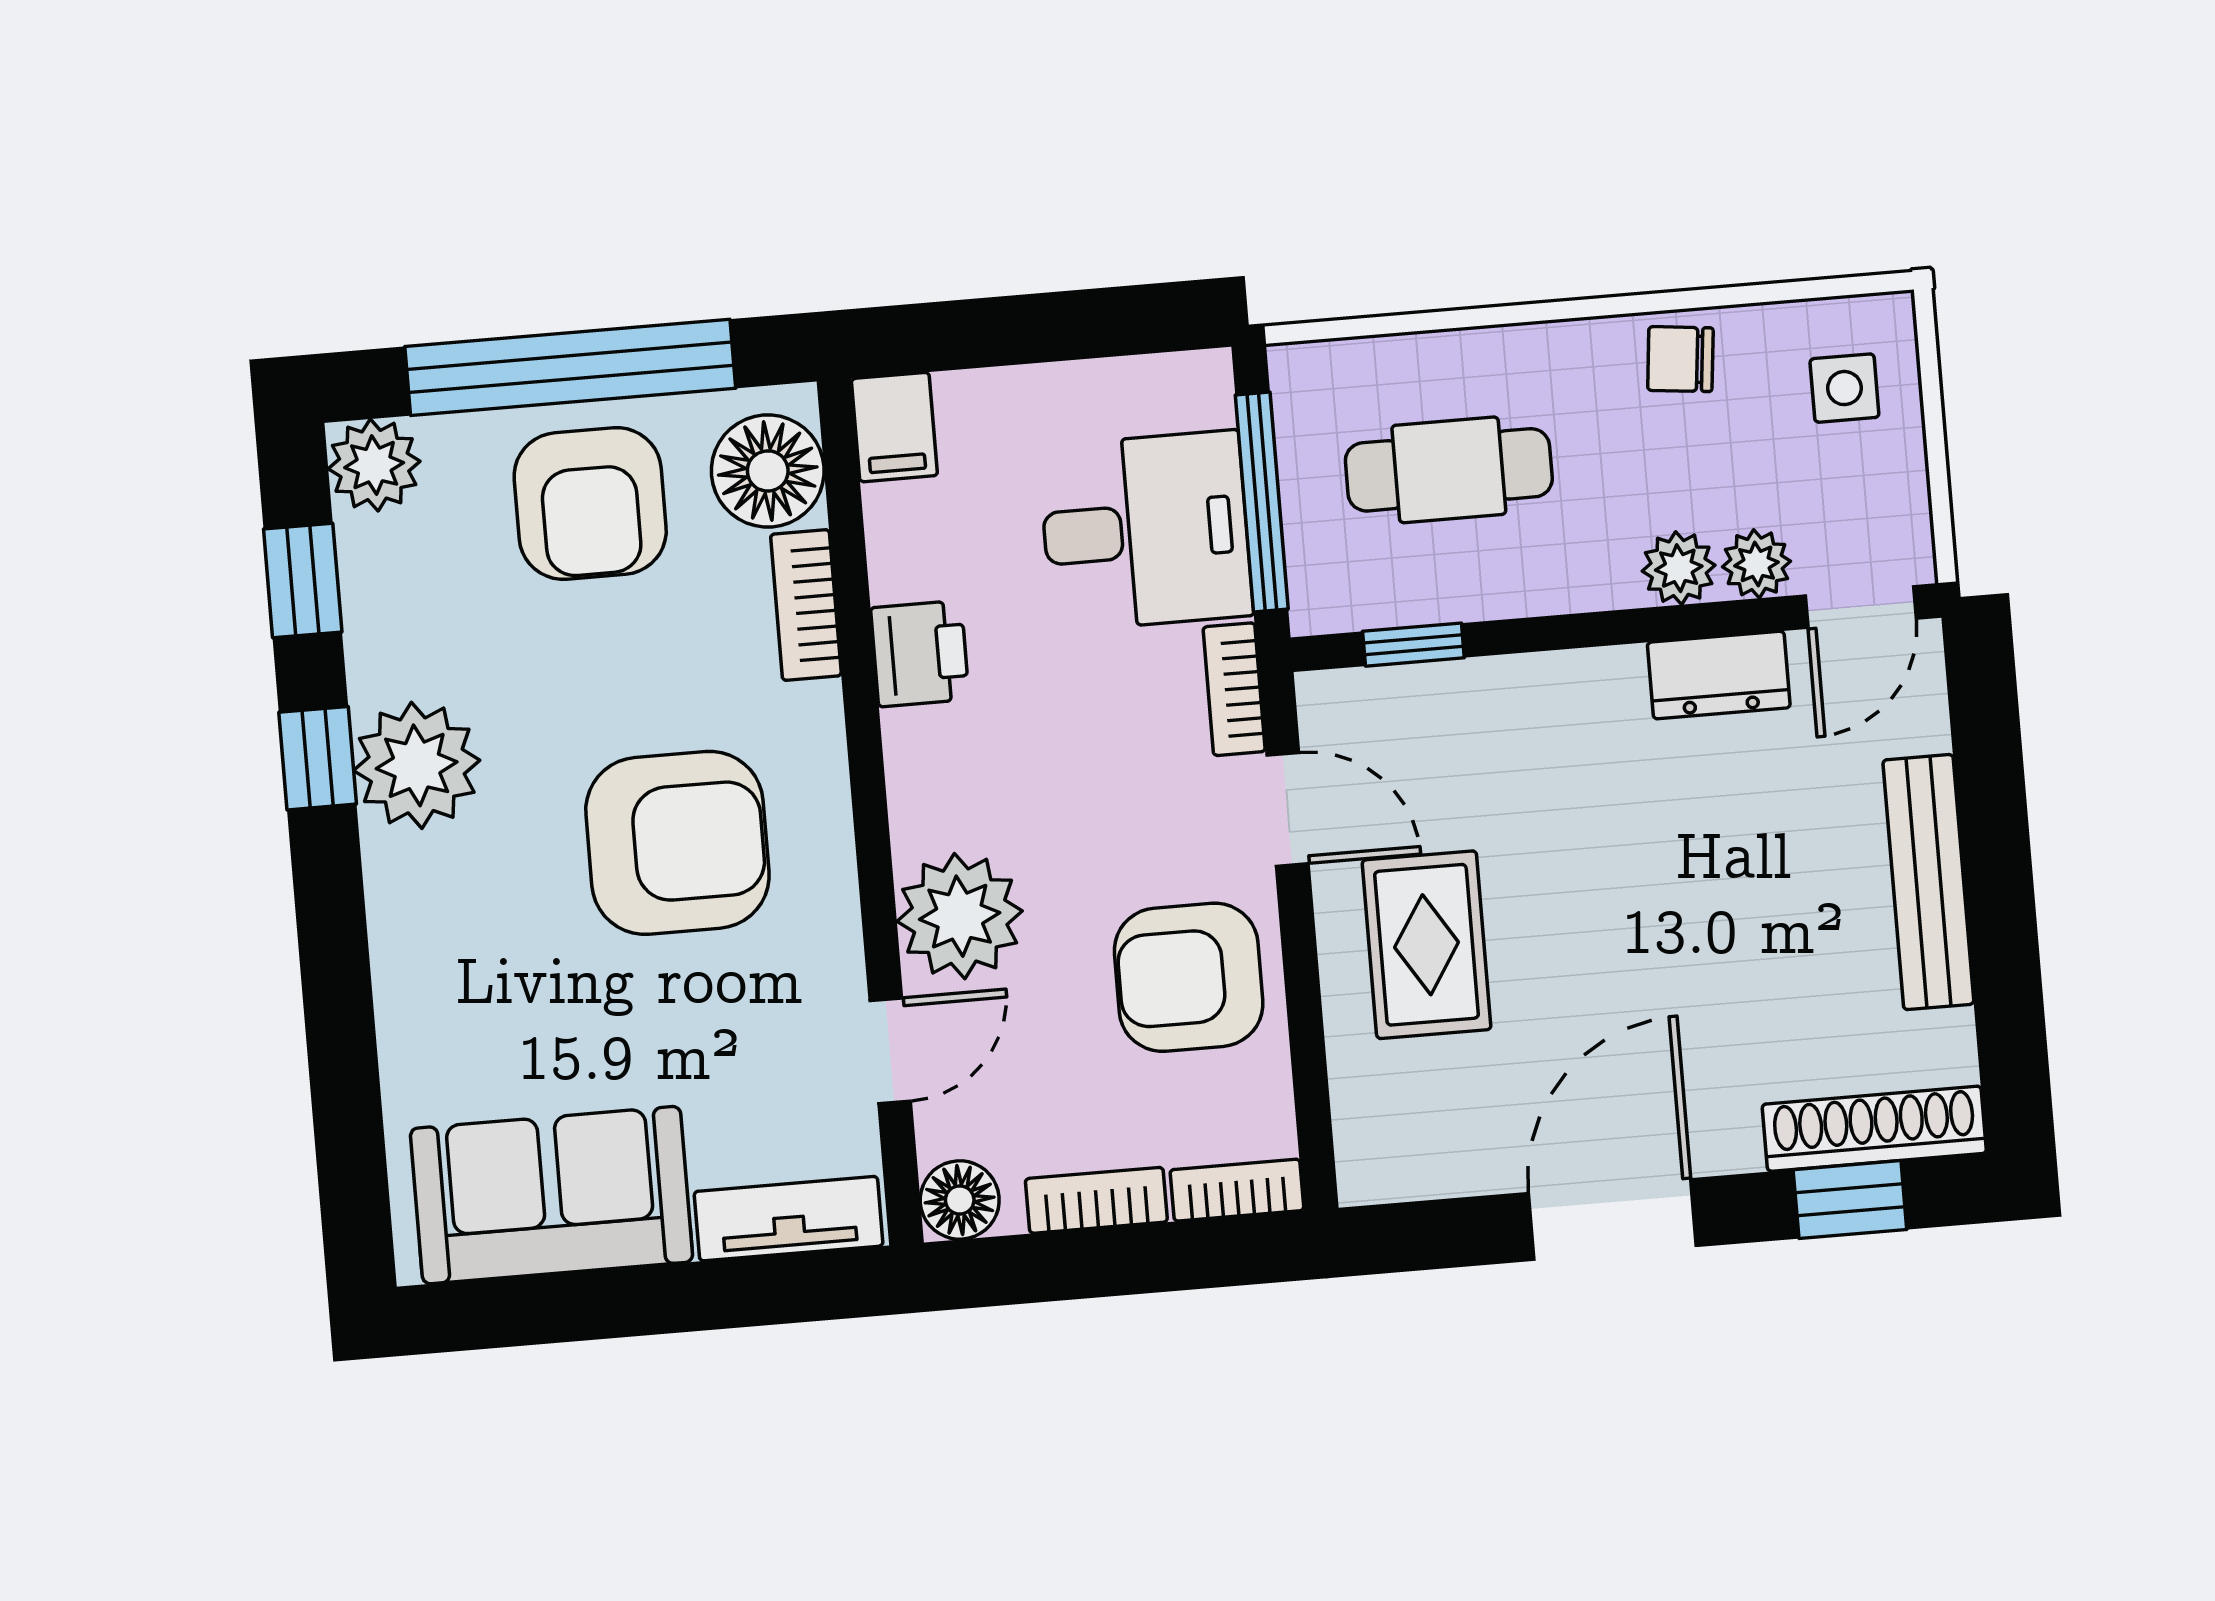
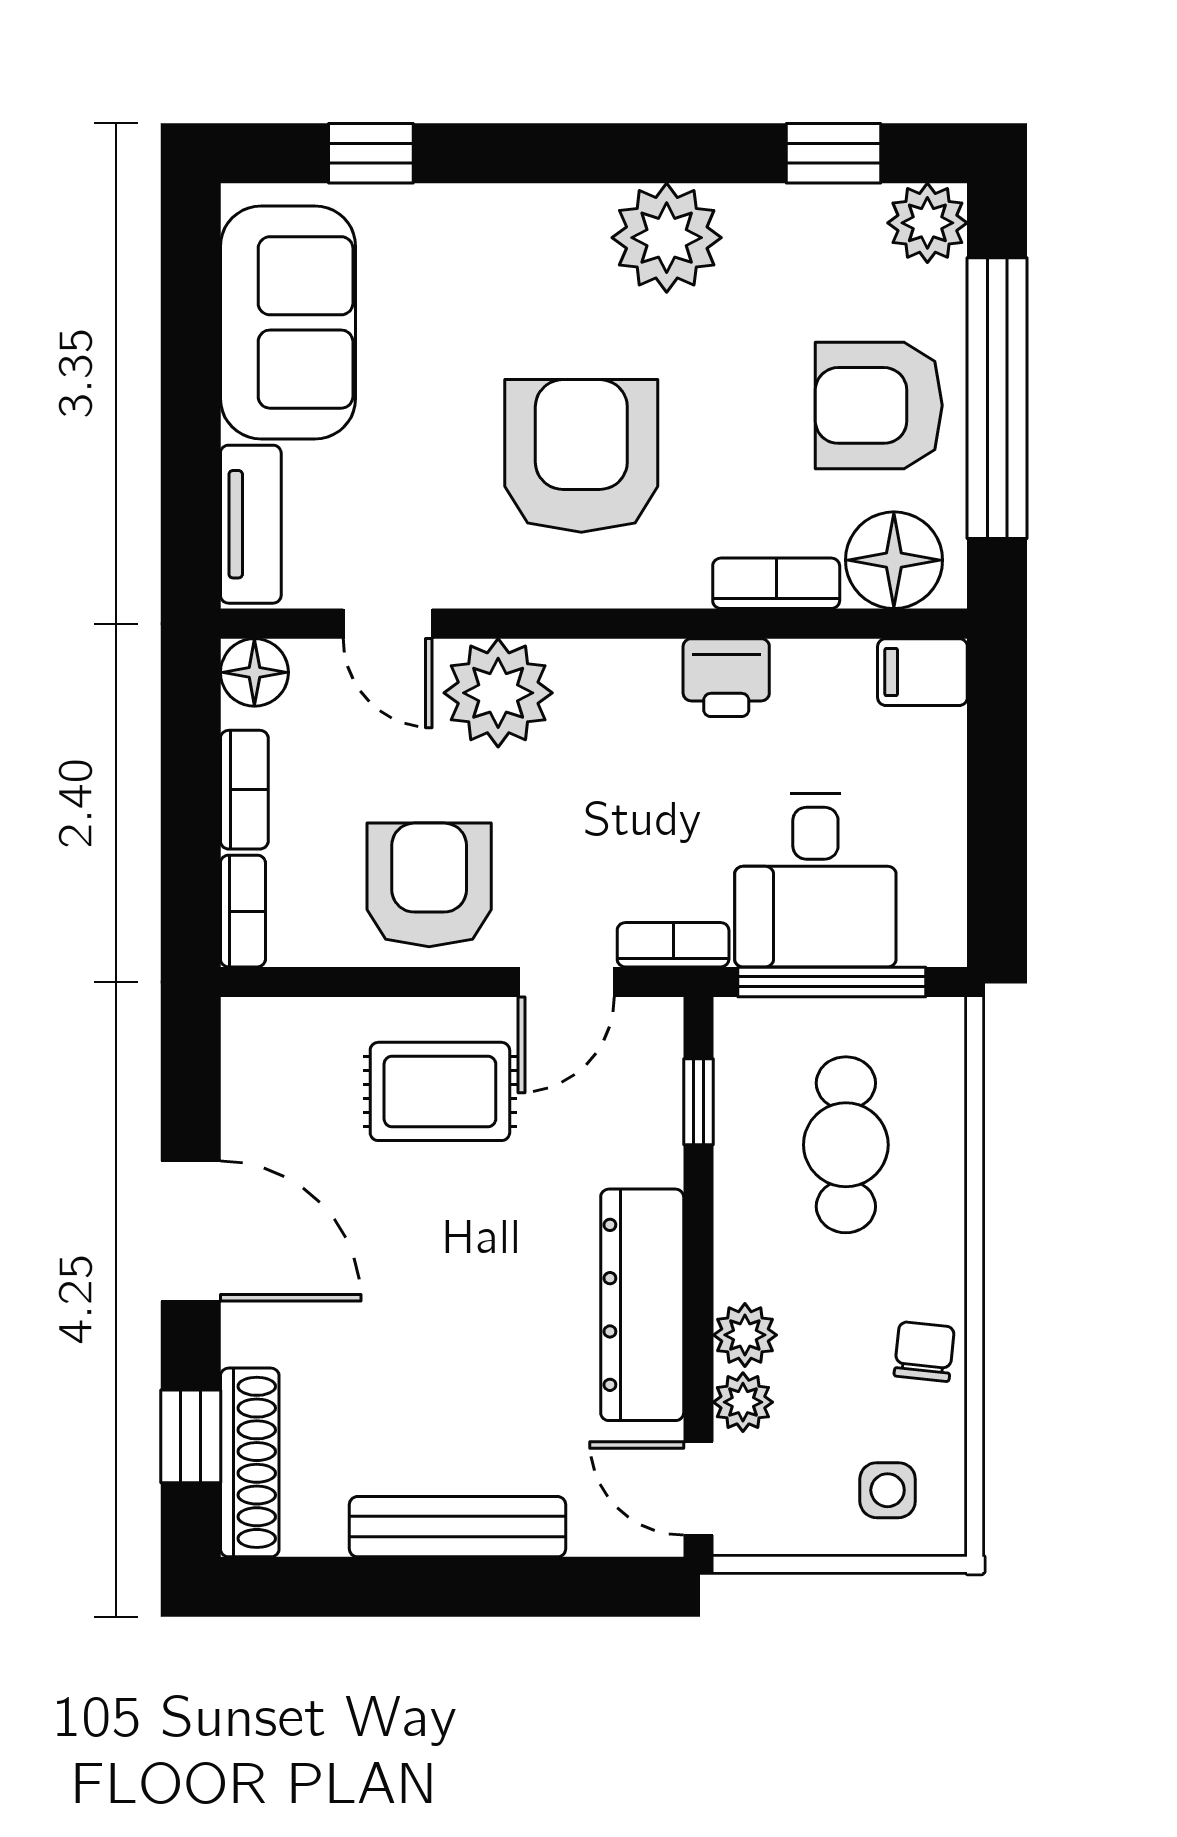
dresser: (1719, 675) -> (642, 1305), width x1.96, depth x1.24
window: (318, 758) -> (371, 153), moved
armchair: (677, 843) -> (581, 456), turned 180

